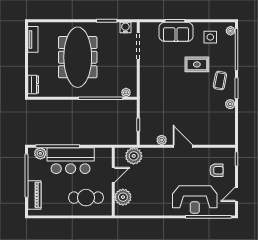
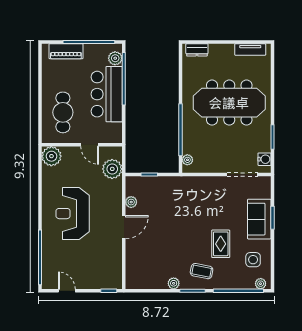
armchair: (217, 170) -> (95, 267), removed
plant: (123, 197) -> (51, 156), moved
reception desk: (195, 199) -> (73, 214), moved

